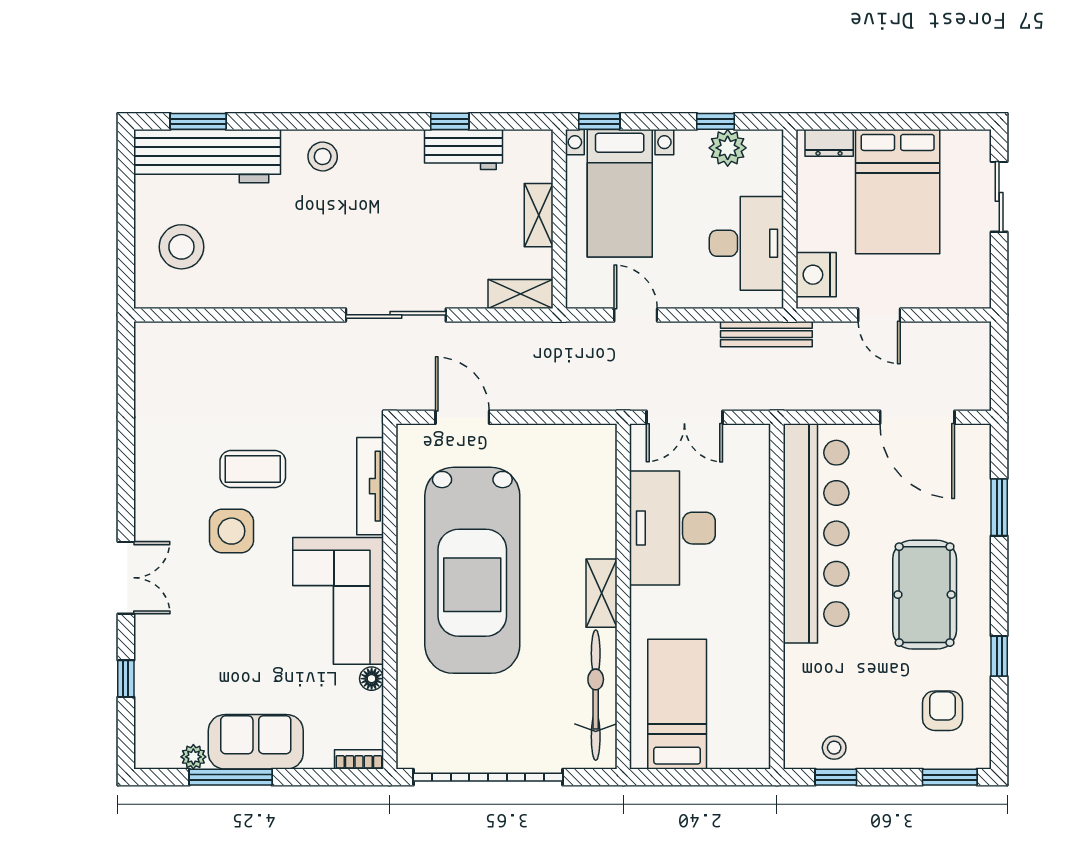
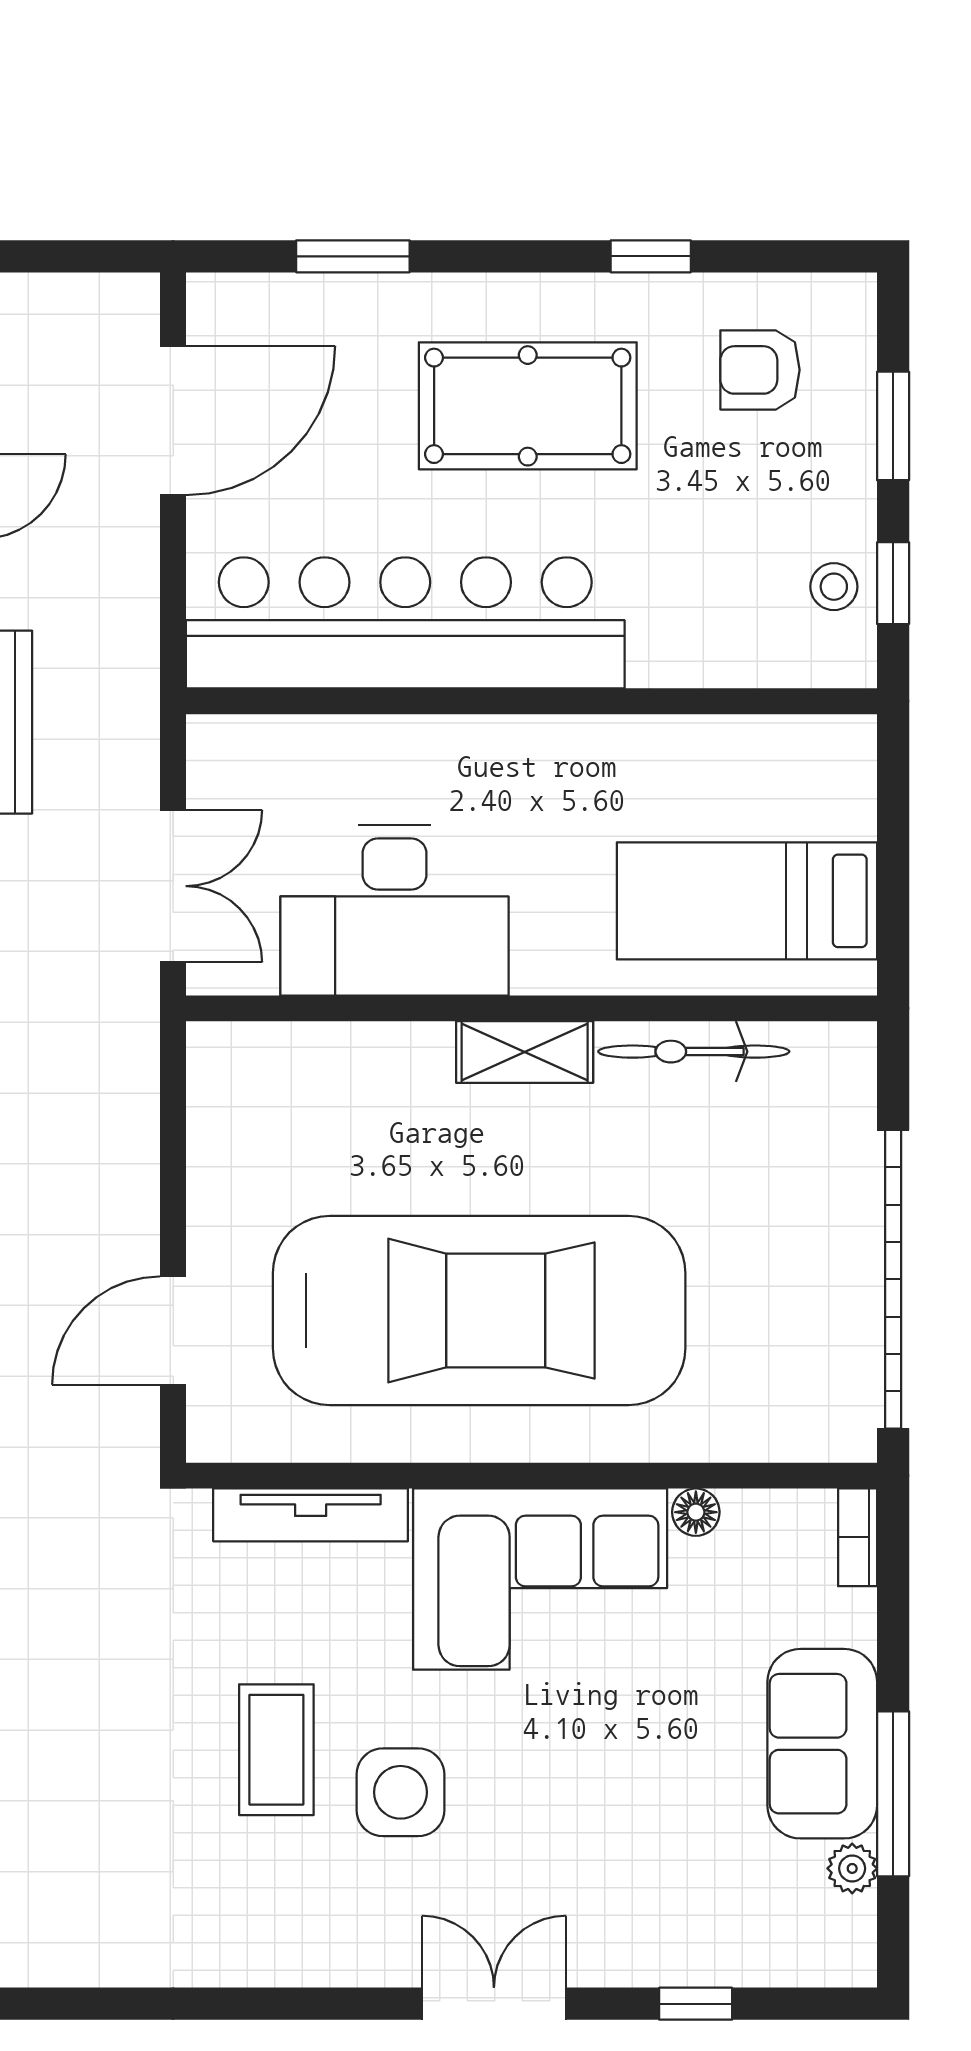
bicycle: (596, 695) -> (694, 1052), width x0.73, depth x0.71
window: (950, 777) -> (893, 426), moved

